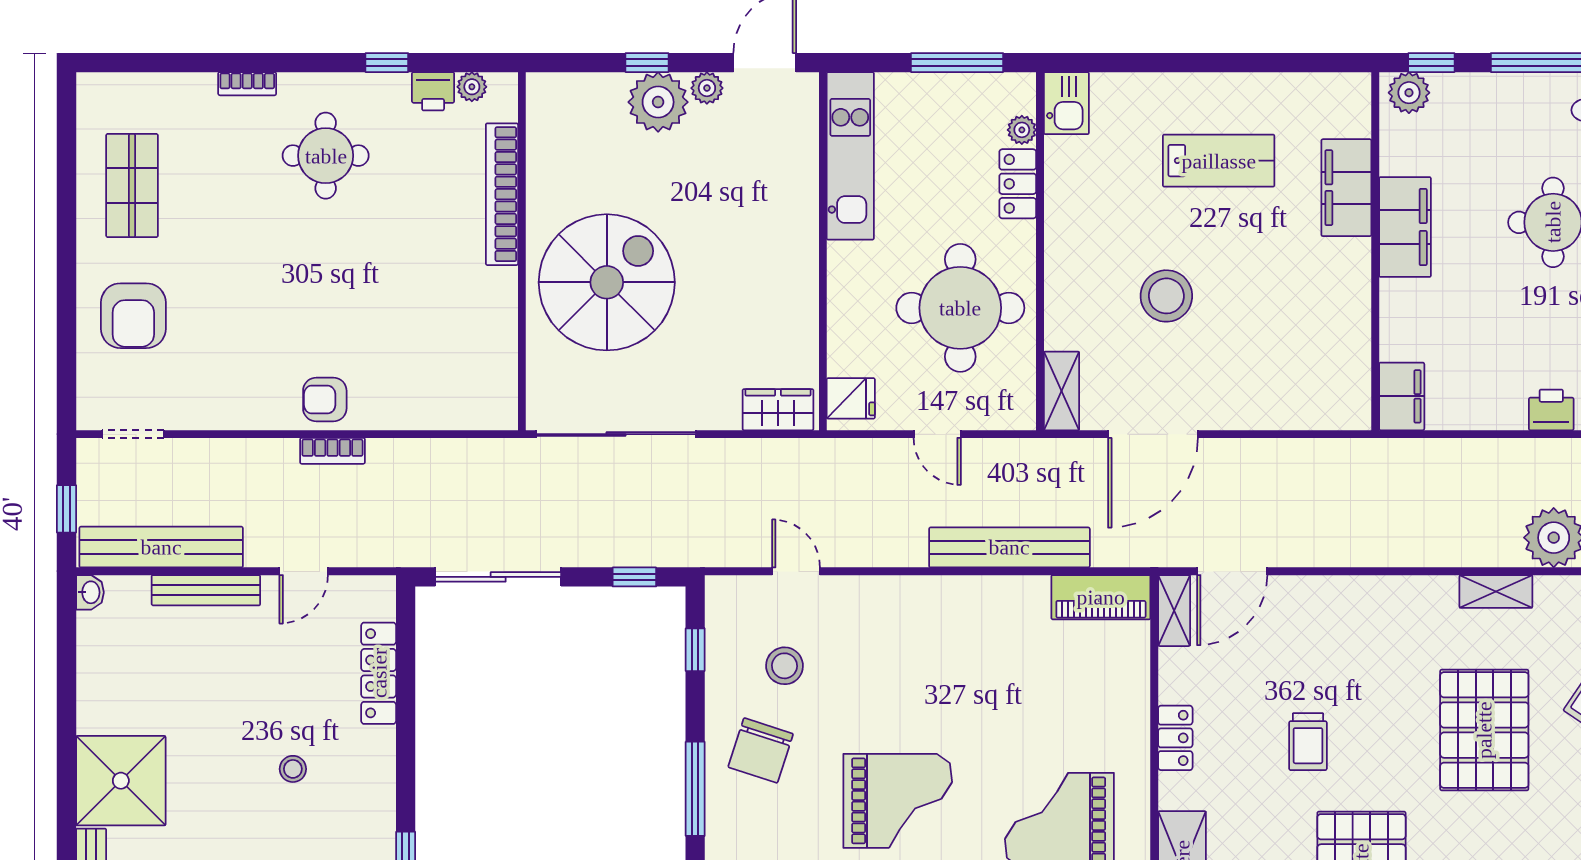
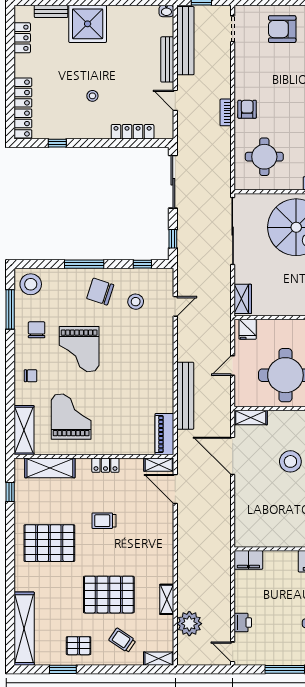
round table: (438, 358) -> (264, 157), added

